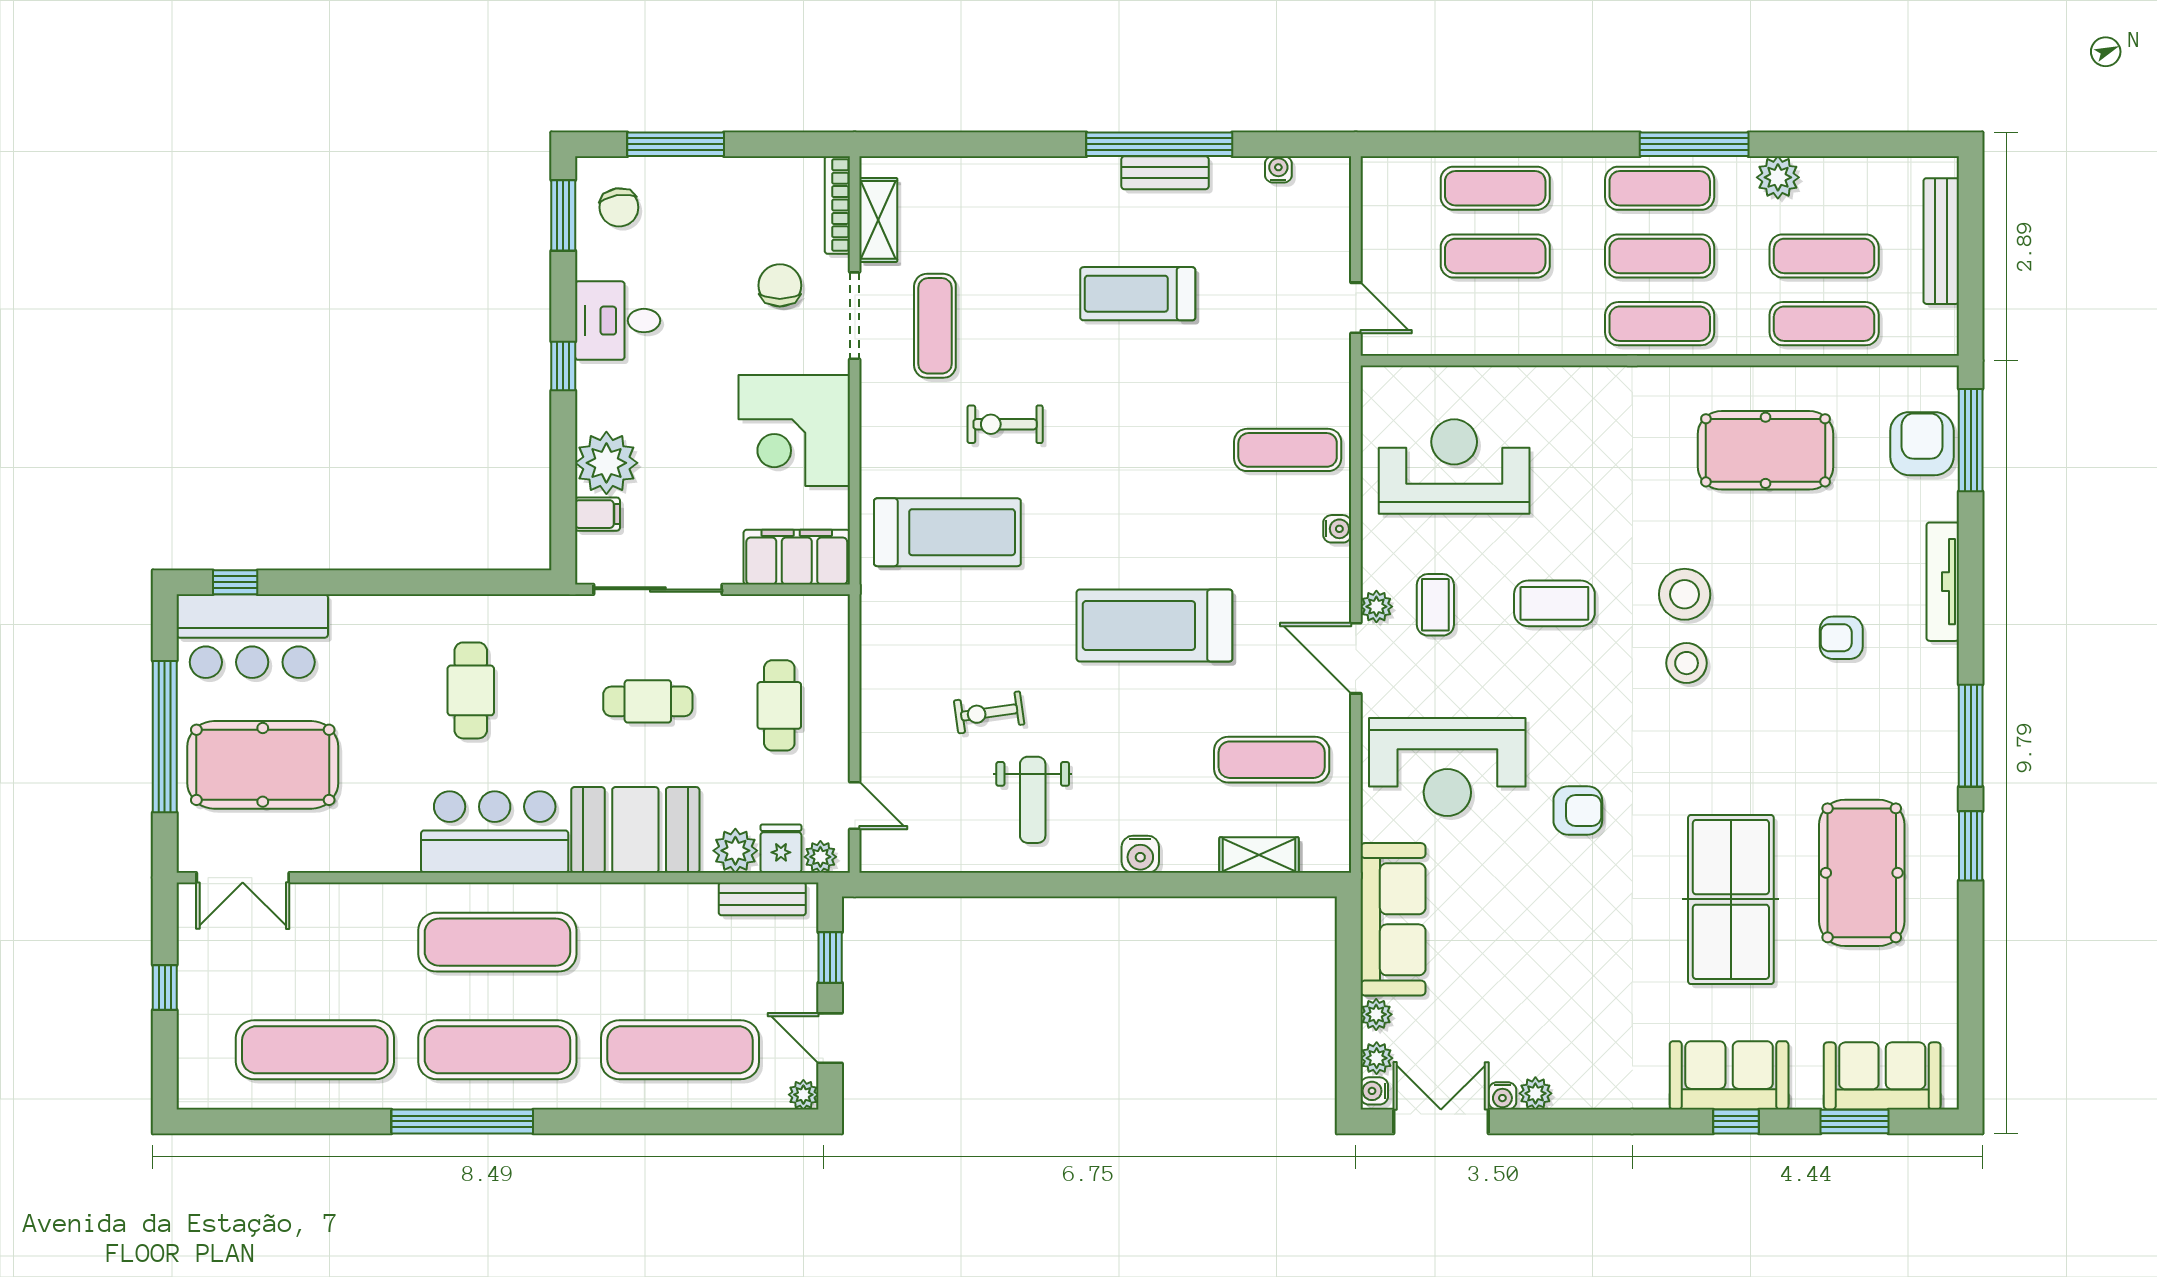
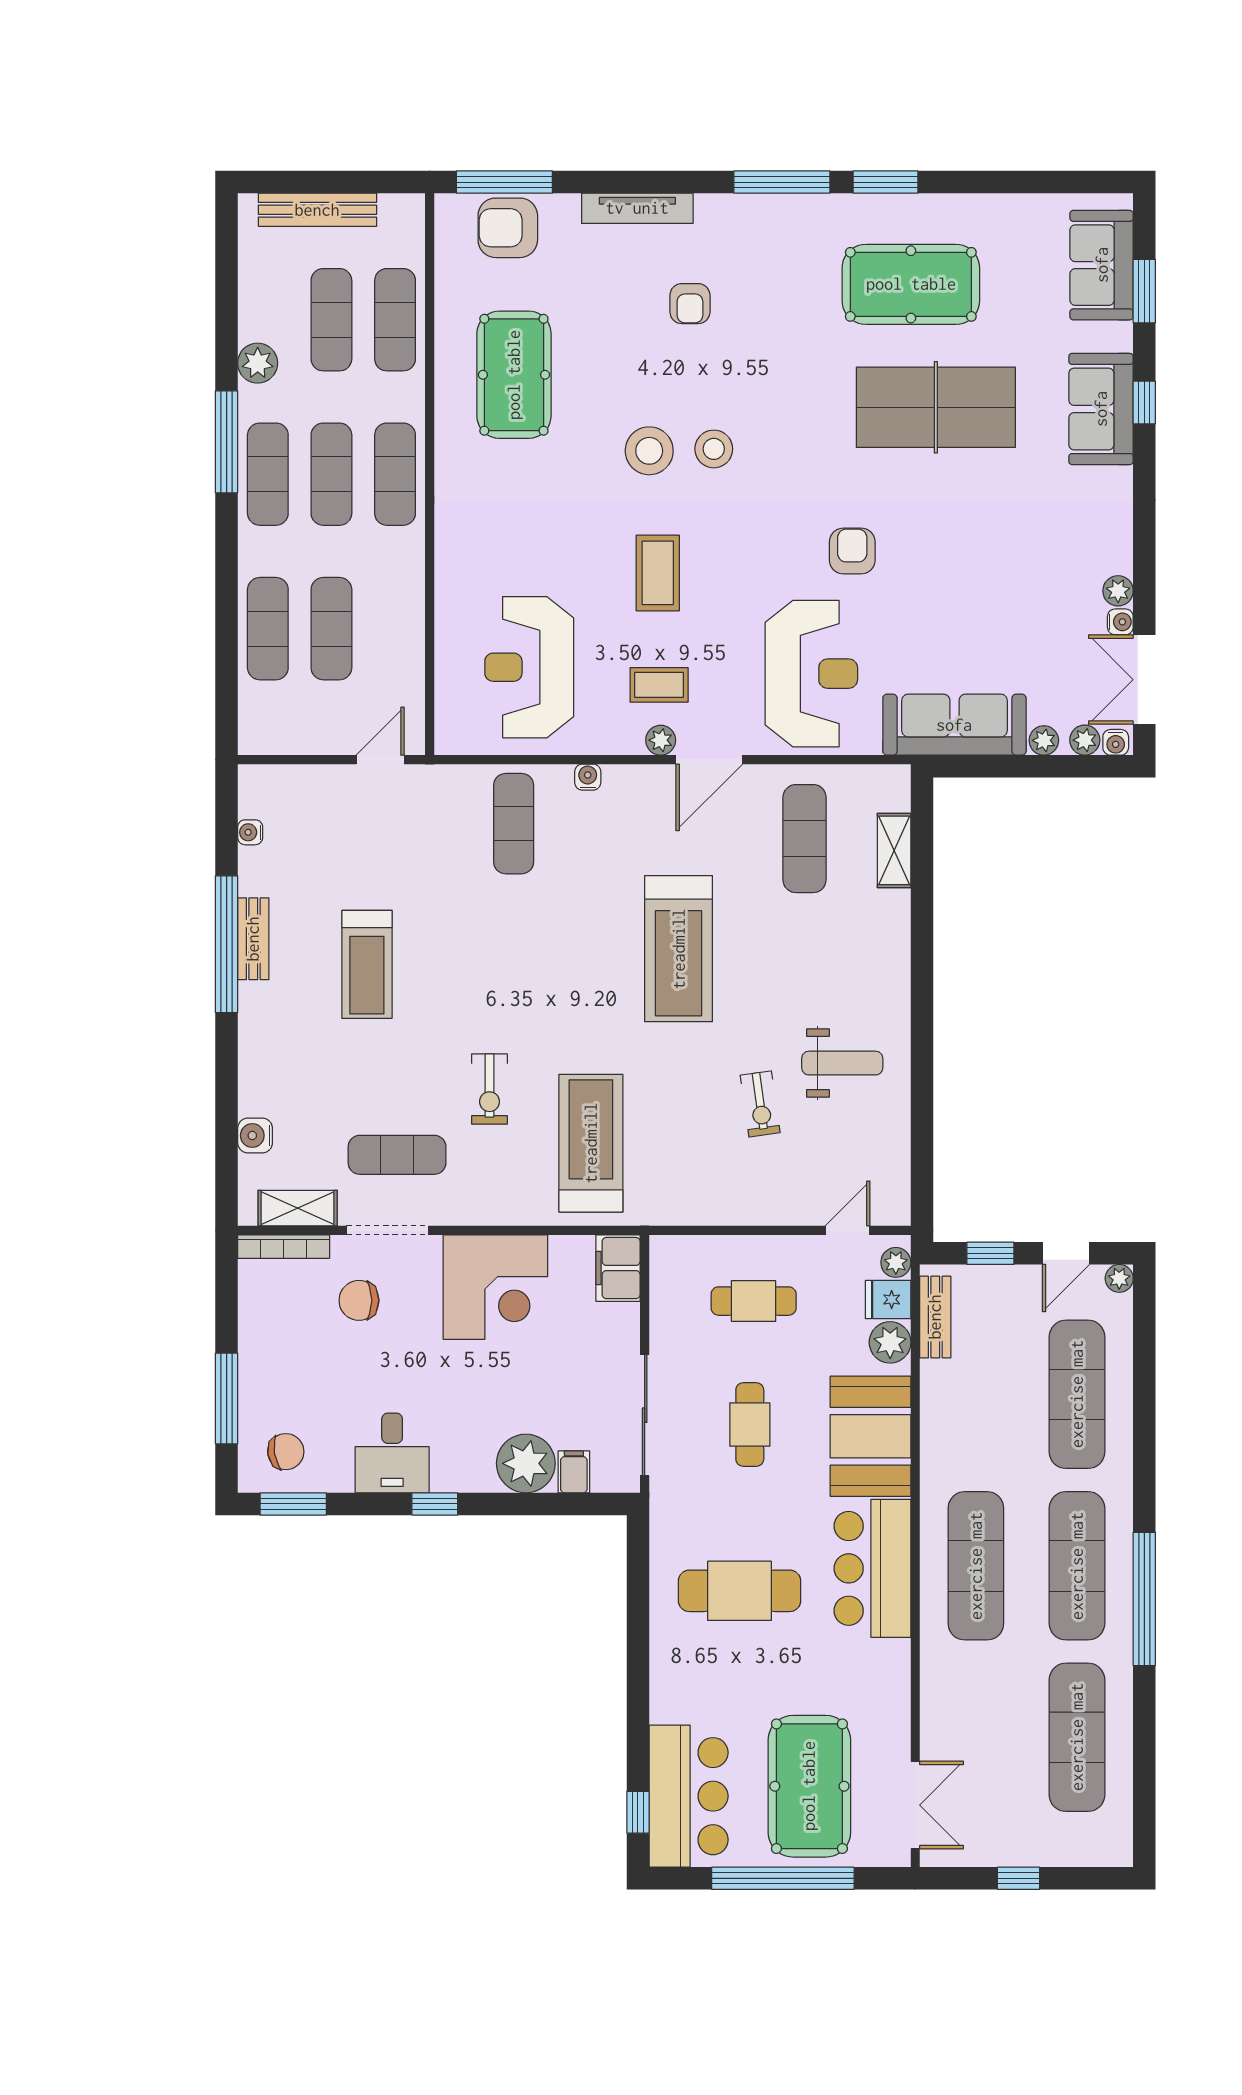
filing cabinet: (797, 557) -> (618, 1268), width x0.67, depth x0.86
cafe table: (471, 690) -> (740, 1591), width x1.37, depth x1.35
water cooler: (1140, 854) -> (255, 1136), moved, turned 180

